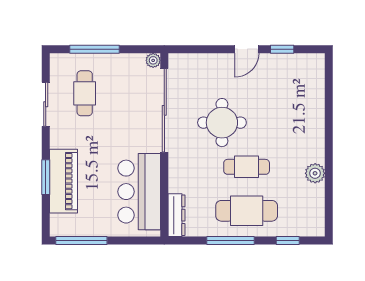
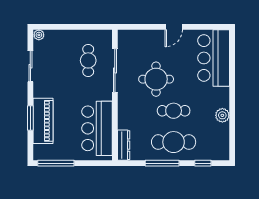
window: (94, 49) -> (65, 27), removed
window: (282, 49) -> (199, 27), removed
plant: (153, 60) -> (39, 35), moved
cafe table: (85, 93) -> (88, 60), moved
bar counter: (303, 93) -> (214, 58), added
sliding door: (164, 110) -> (115, 70), width x0.73

